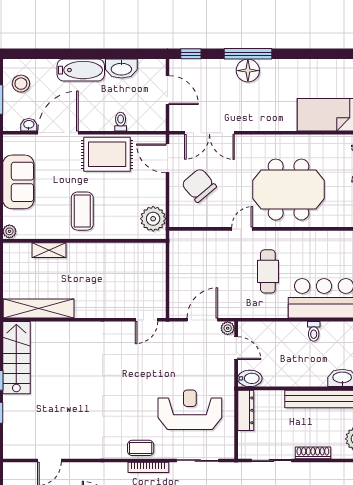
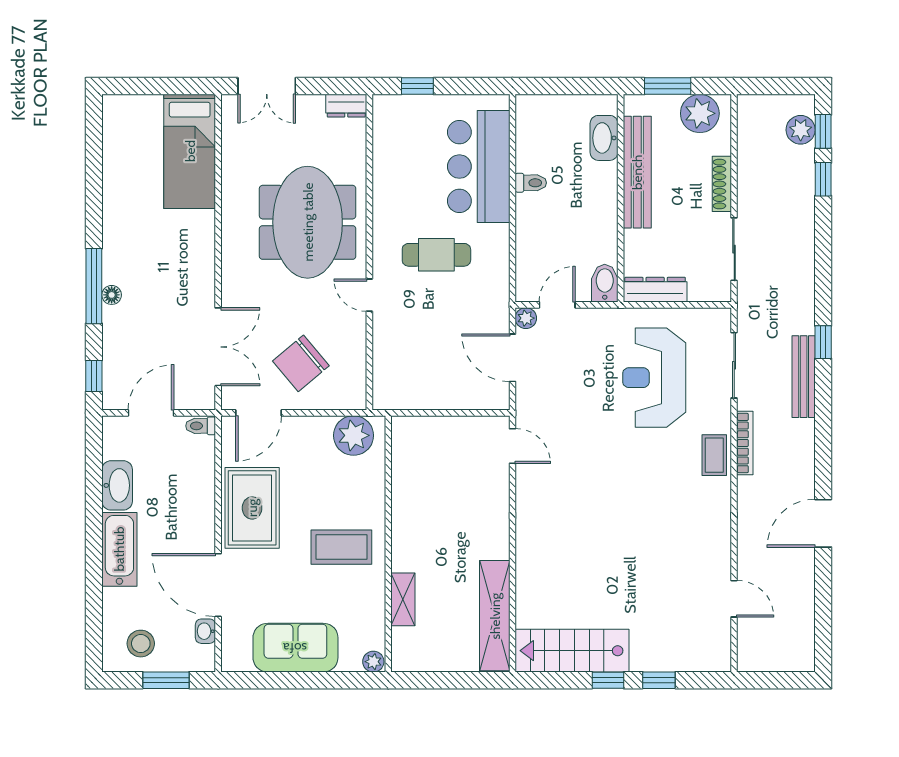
floor lamp: (248, 71) -> (112, 295), width x0.53, depth x0.53
toilet: (121, 122) -> (201, 426), moved

